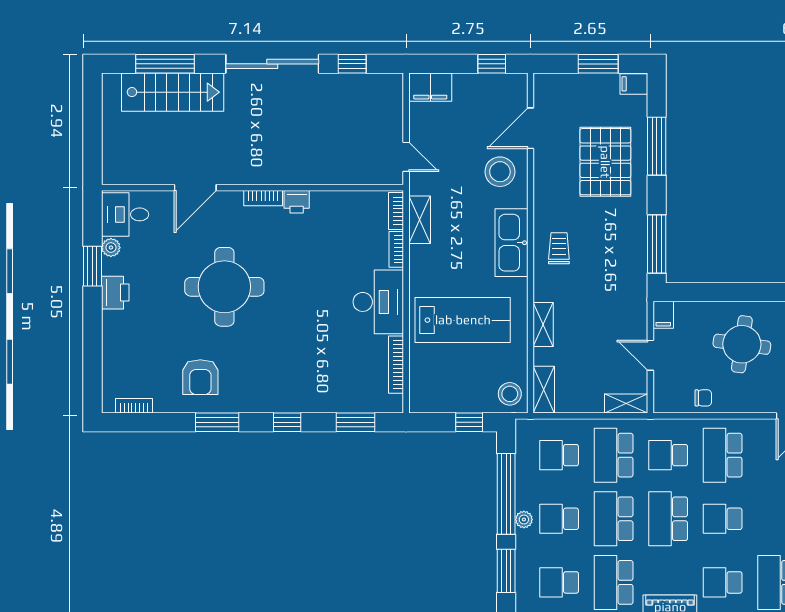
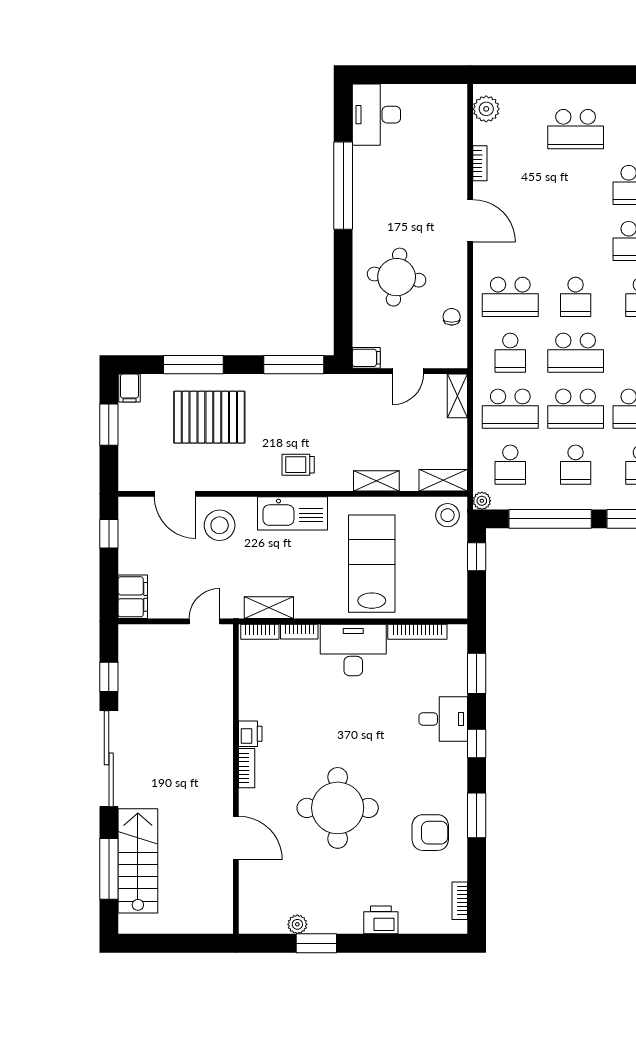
desk: (125, 214) -> (443, 719), moved, turned -90
printer: (115, 293) -> (381, 920), moved
plant: (524, 520) -> (482, 501), moved

